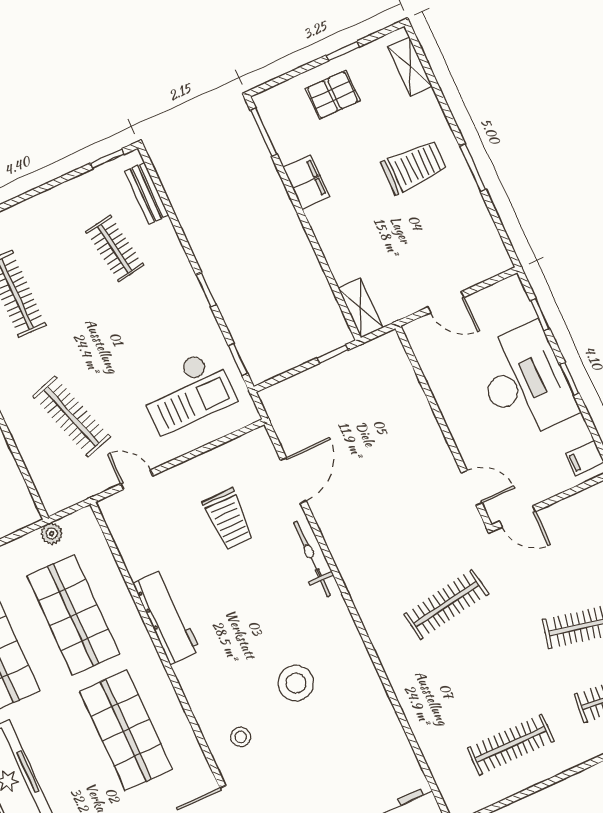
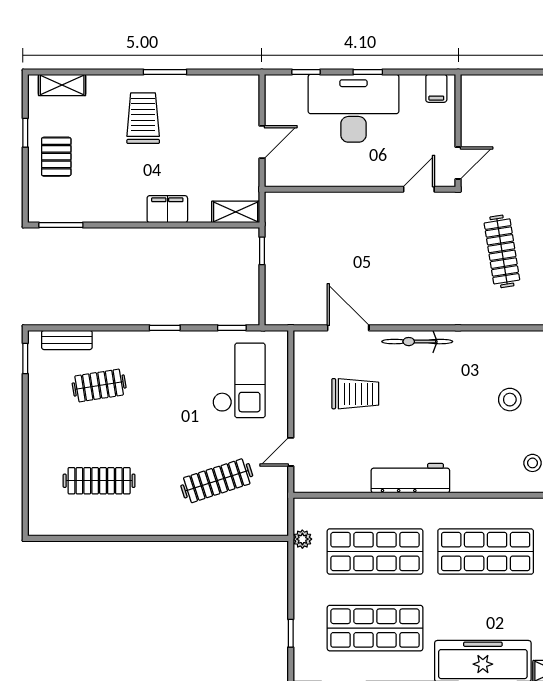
filing cabinet: (306, 182) -> (167, 209), moved
stool: (296, 683) -> (510, 400), width x0.73, depth x0.73

